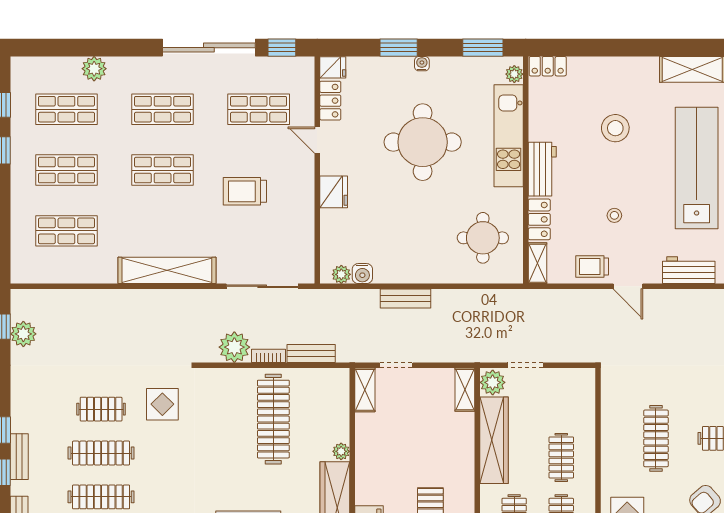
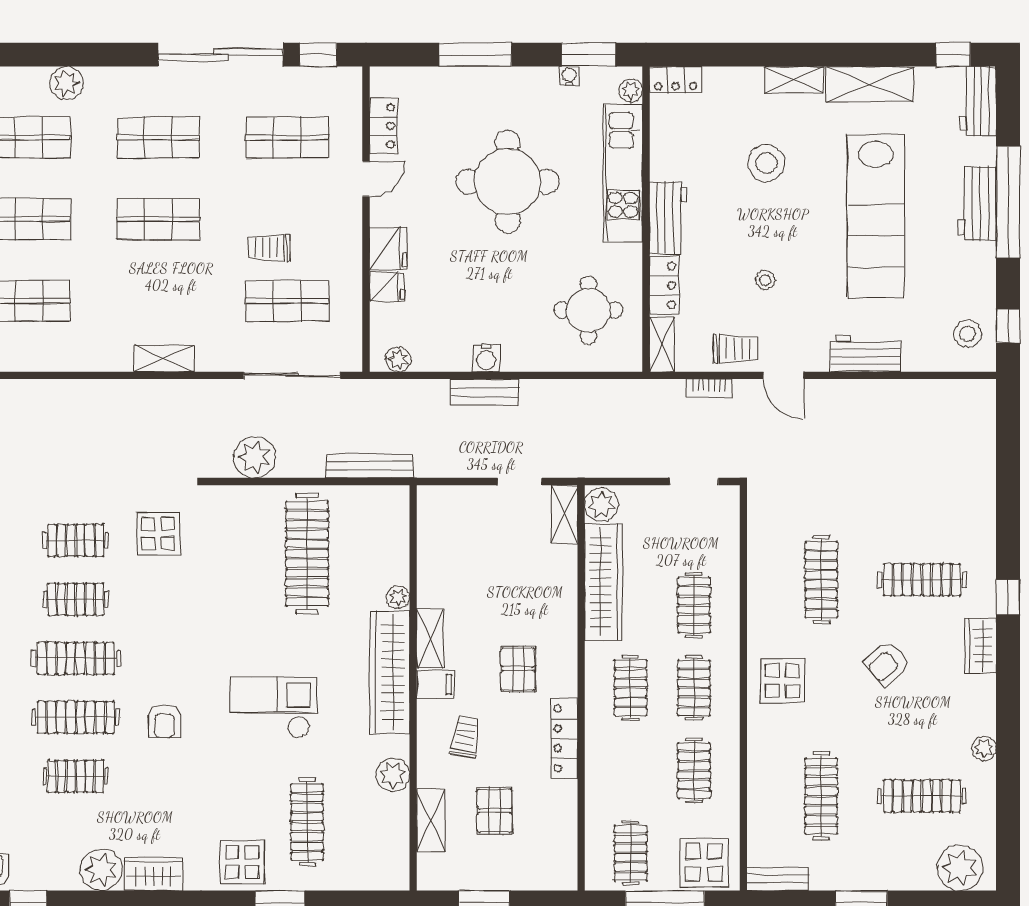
window: (399, 48) -> (475, 55), width x1.44
water cooler: (422, 64) -> (569, 76), moved
shelving: (636, 66) -> (794, 80), added
fridge: (333, 67) -> (387, 287), moved
door: (317, 140) -> (366, 179), swing flipped
lab bench: (697, 168) -> (876, 216), turned 180
trolley: (245, 191) -> (269, 248), width x0.73, depth x0.72
shop shelf: (259, 231) -> (287, 301), added
trolley: (592, 266) -> (735, 349), turned 180
shelving: (167, 270) -> (164, 358), width x0.45, depth x0.75
water cooler: (362, 274) -> (486, 358), moved
bench: (311, 353) -> (370, 466), width x1.36
bookcase: (268, 356) -> (709, 388), moved, turned 180
doorway: (396, 365) -> (520, 481), moved
doorway: (525, 365) -> (694, 481), moved
shelving: (365, 390) -> (430, 638), moved
clothes rail: (101, 453) -> (76, 599), width x0.73

